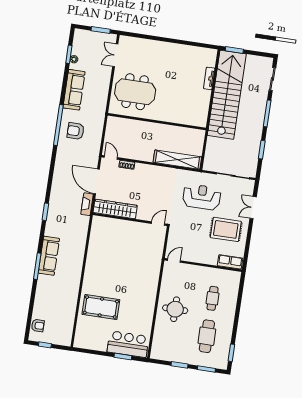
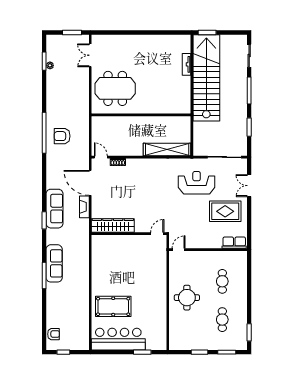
sofa: (74, 90) -> (55, 209), moved
wardrobe: (115, 209) -> (113, 225), moved
wall: (130, 219) -> (129, 234), moved
door: (158, 224) -> (157, 234), moved
cafe table: (207, 336) -> (222, 320), width x0.73, depth x0.74
bar counter: (128, 344) -> (118, 339), moved, width x1.36

